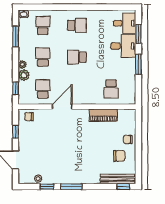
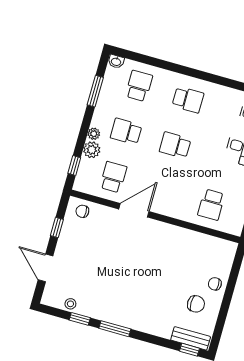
school desk: (43, 57) -> (126, 131), turned -90
piano: (103, 115) -> (190, 239), removed
bench: (117, 179) -> (191, 338), width x0.73

